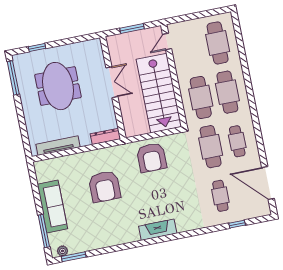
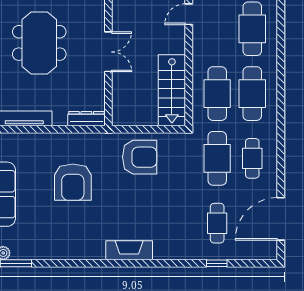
stairs: (159, 93) -> (172, 90), width x0.73, depth x0.66
armchair: (152, 157) -> (140, 157), turned -90
door: (268, 183) -> (281, 219), hinge flipped
window: (237, 224) -> (217, 263), moved

